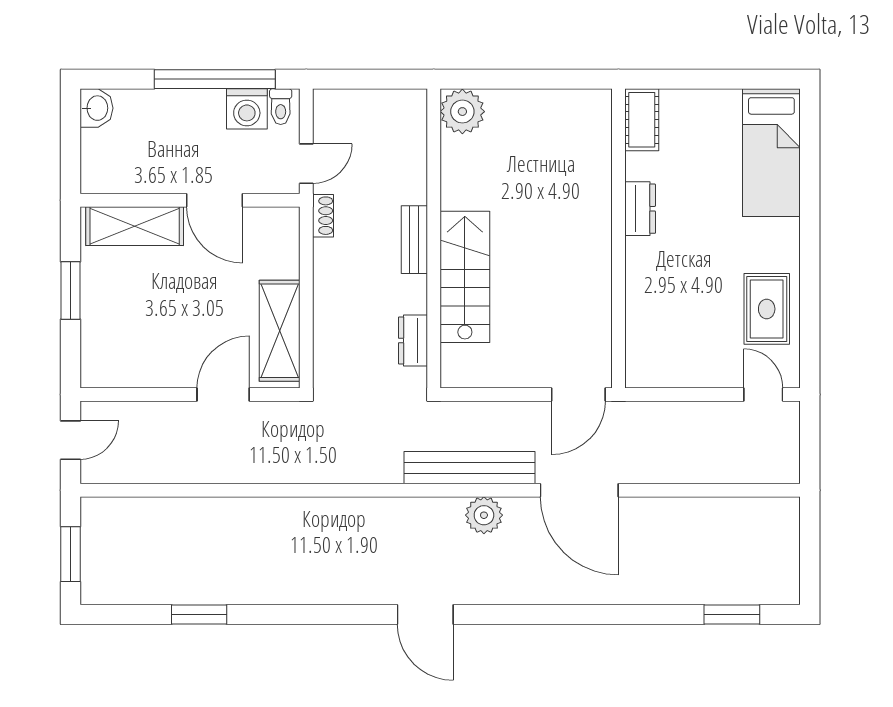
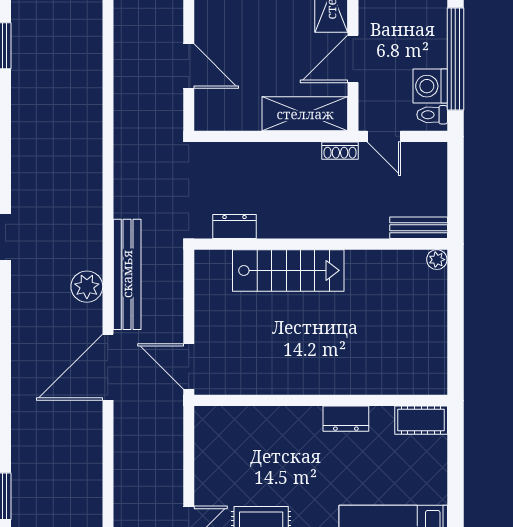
plant: (462, 112) -> (437, 260), width x0.53, depth x0.53
bench: (414, 240) -> (419, 228), moved
shelving: (280, 331) -> (305, 114), moved

